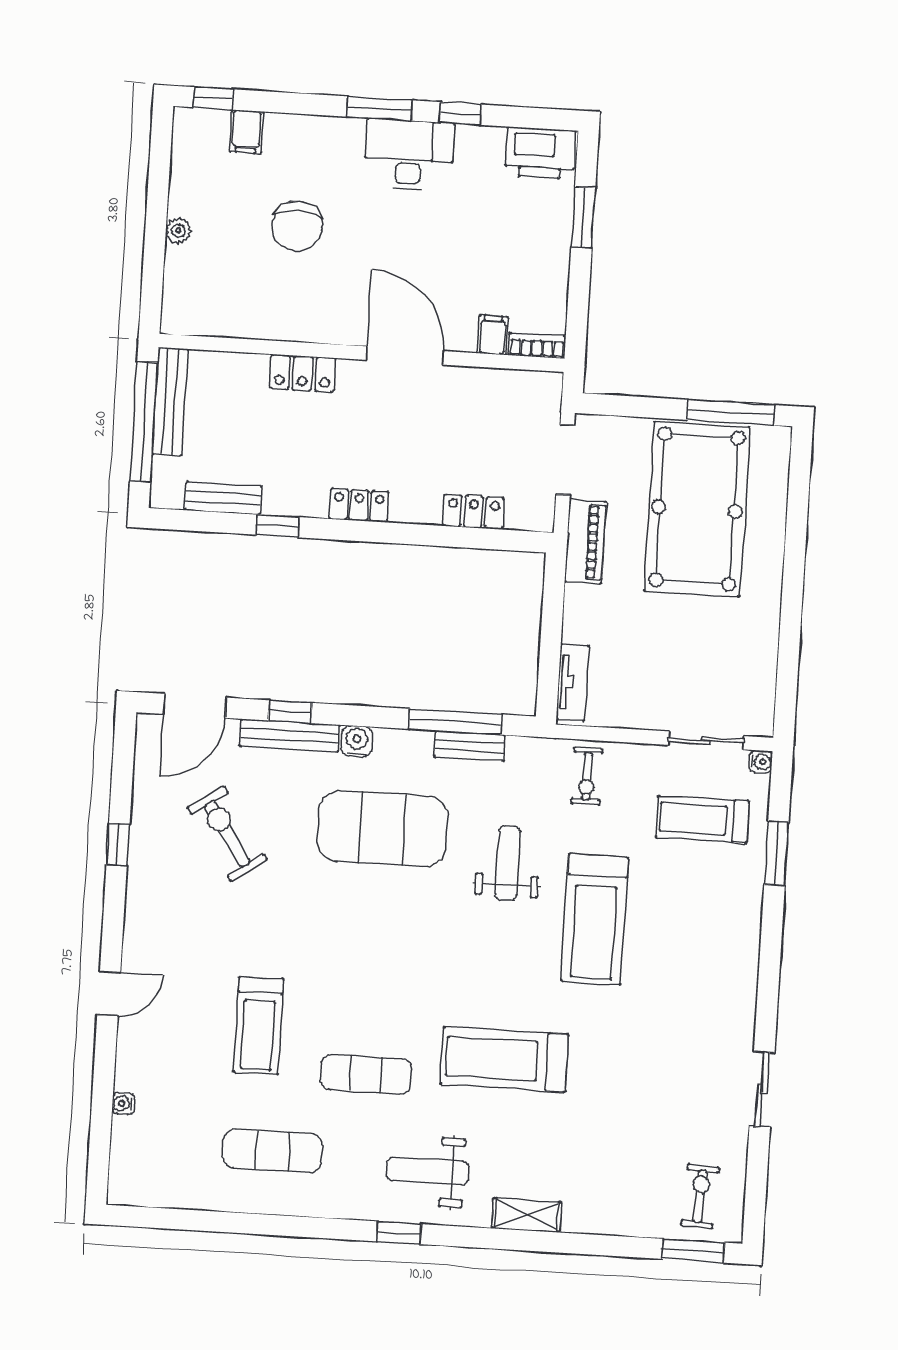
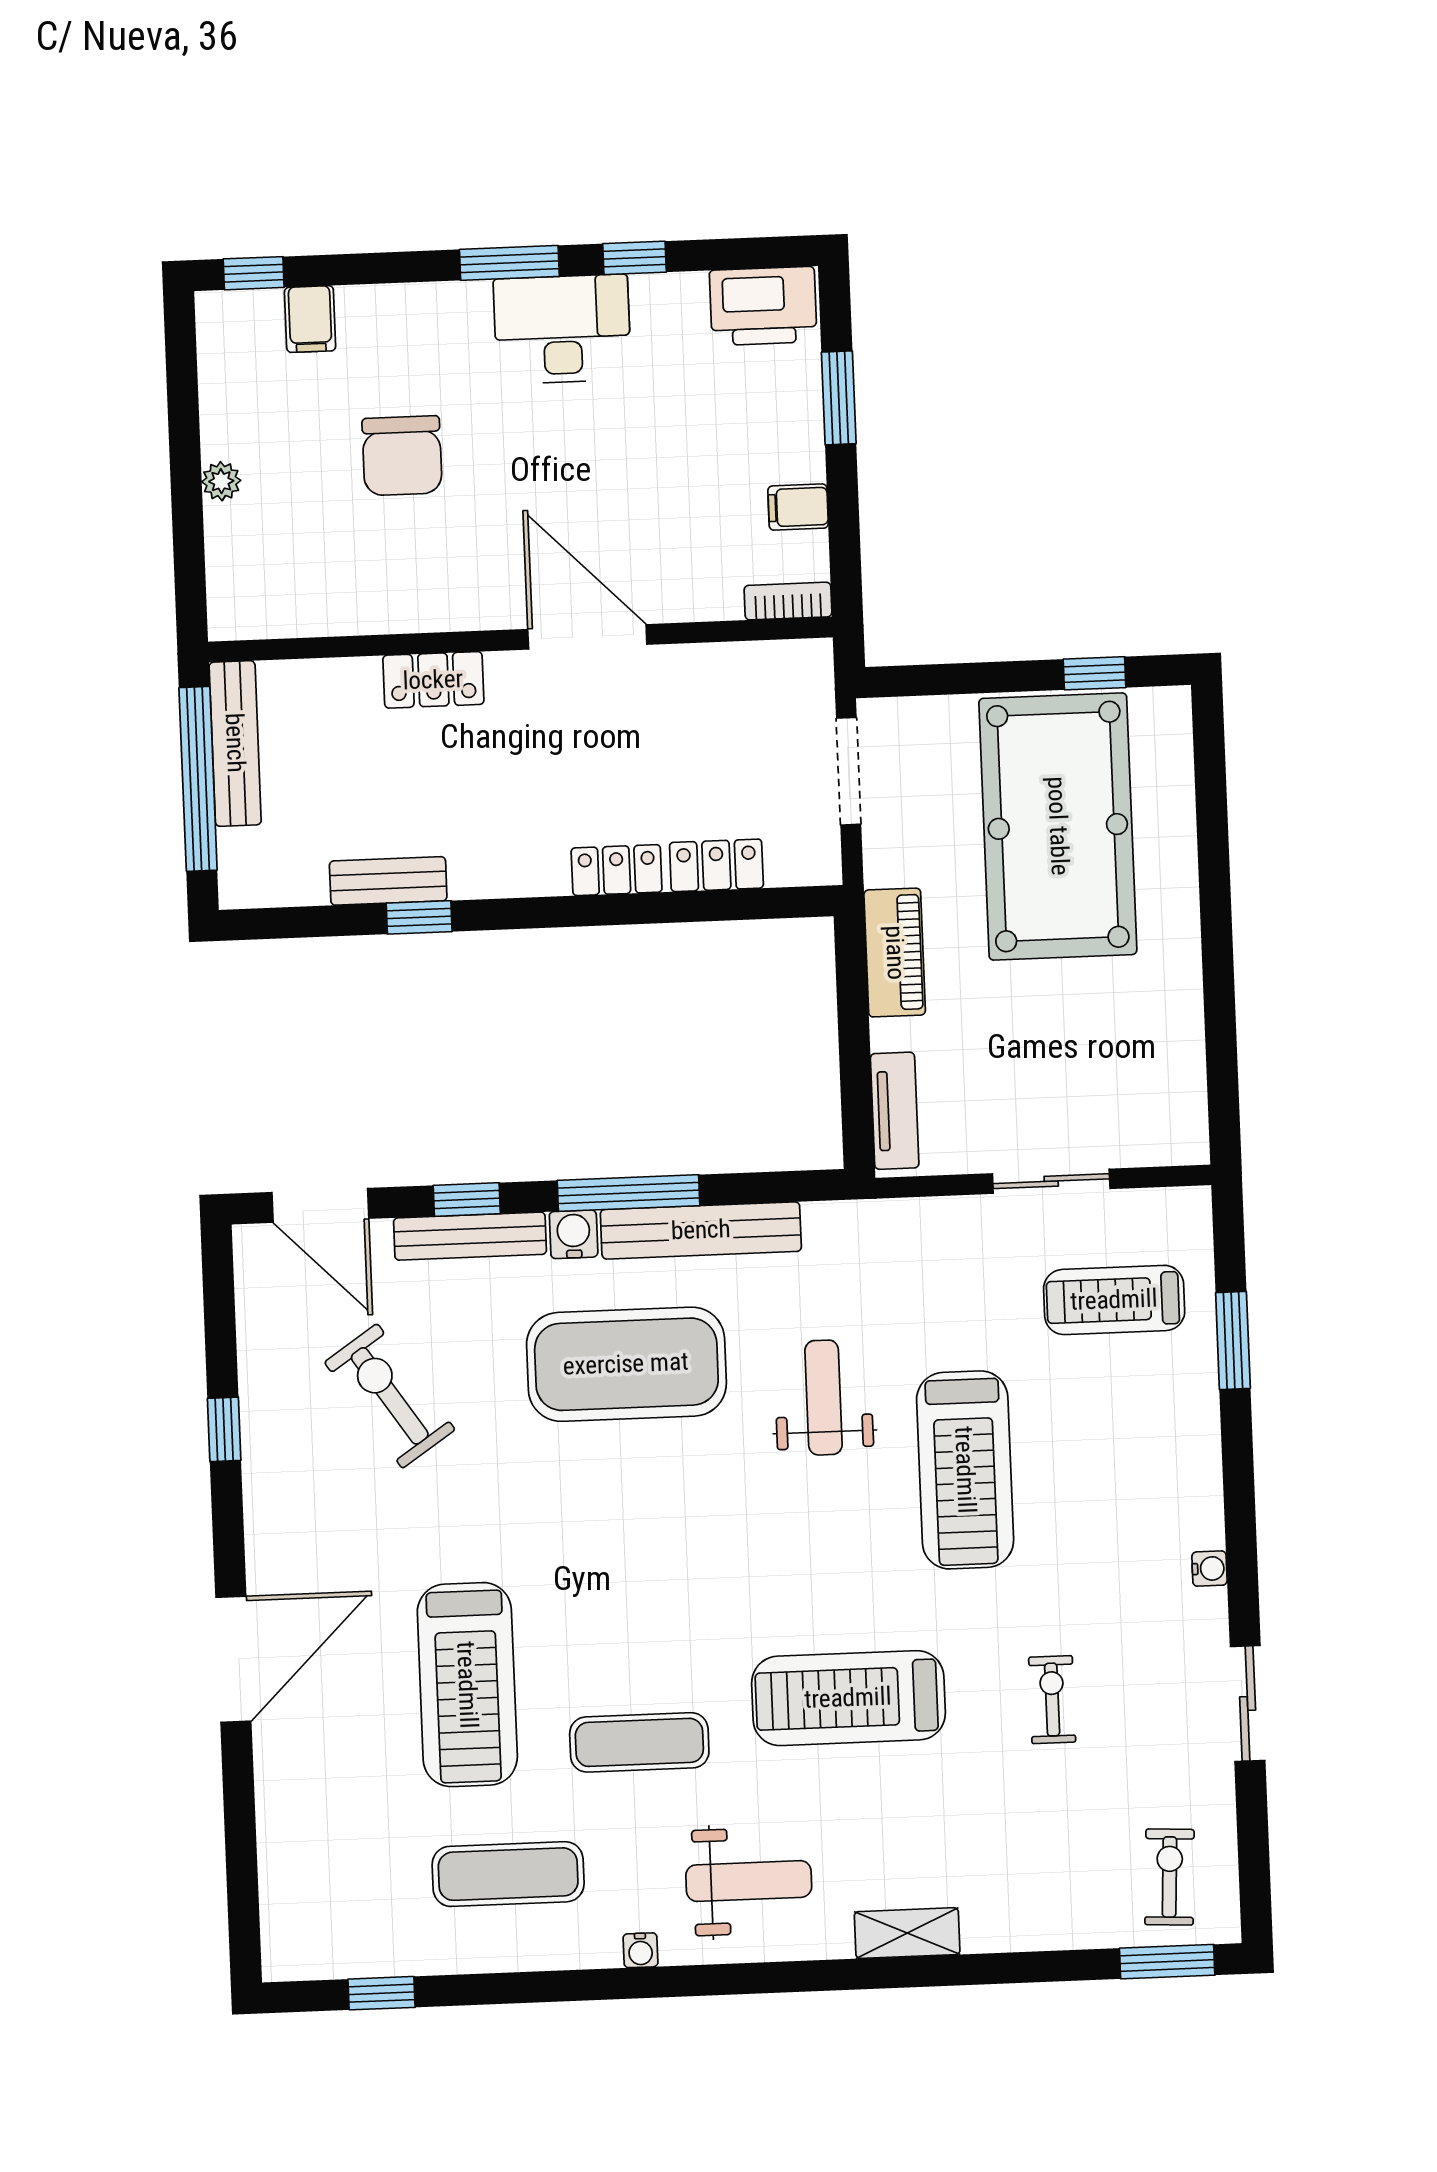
filing cabinet: (492, 335) -> (798, 507), moved, turned -90
window: (731, 412) -> (1094, 673), width x0.46
bench: (223, 498) -> (388, 881), moved
locker: (359, 505) -> (617, 870), moved
piano: (585, 542) -> (895, 953), moved
door: (195, 706) -> (320, 1205), hinge flipped
window: (455, 722) -> (629, 1193), moved
sliding door: (706, 740) -> (1051, 1181), moved
bench: (470, 746) -> (701, 1230), width x1.86, depth x1.21
water cooler: (761, 762) -> (1209, 1569), moved
exercise bike: (587, 776) -> (1052, 1700), moved, turned 180
door: (109, 994) -> (233, 1659), width x1.88
treadmill: (258, 1026) -> (467, 1685), width x1.37, depth x1.38
water cooler: (123, 1104) -> (640, 1950), moved, turned -90
weight bench: (428, 1171) -> (749, 1881), turned 180
window: (399, 1233) -> (382, 1993), moved

